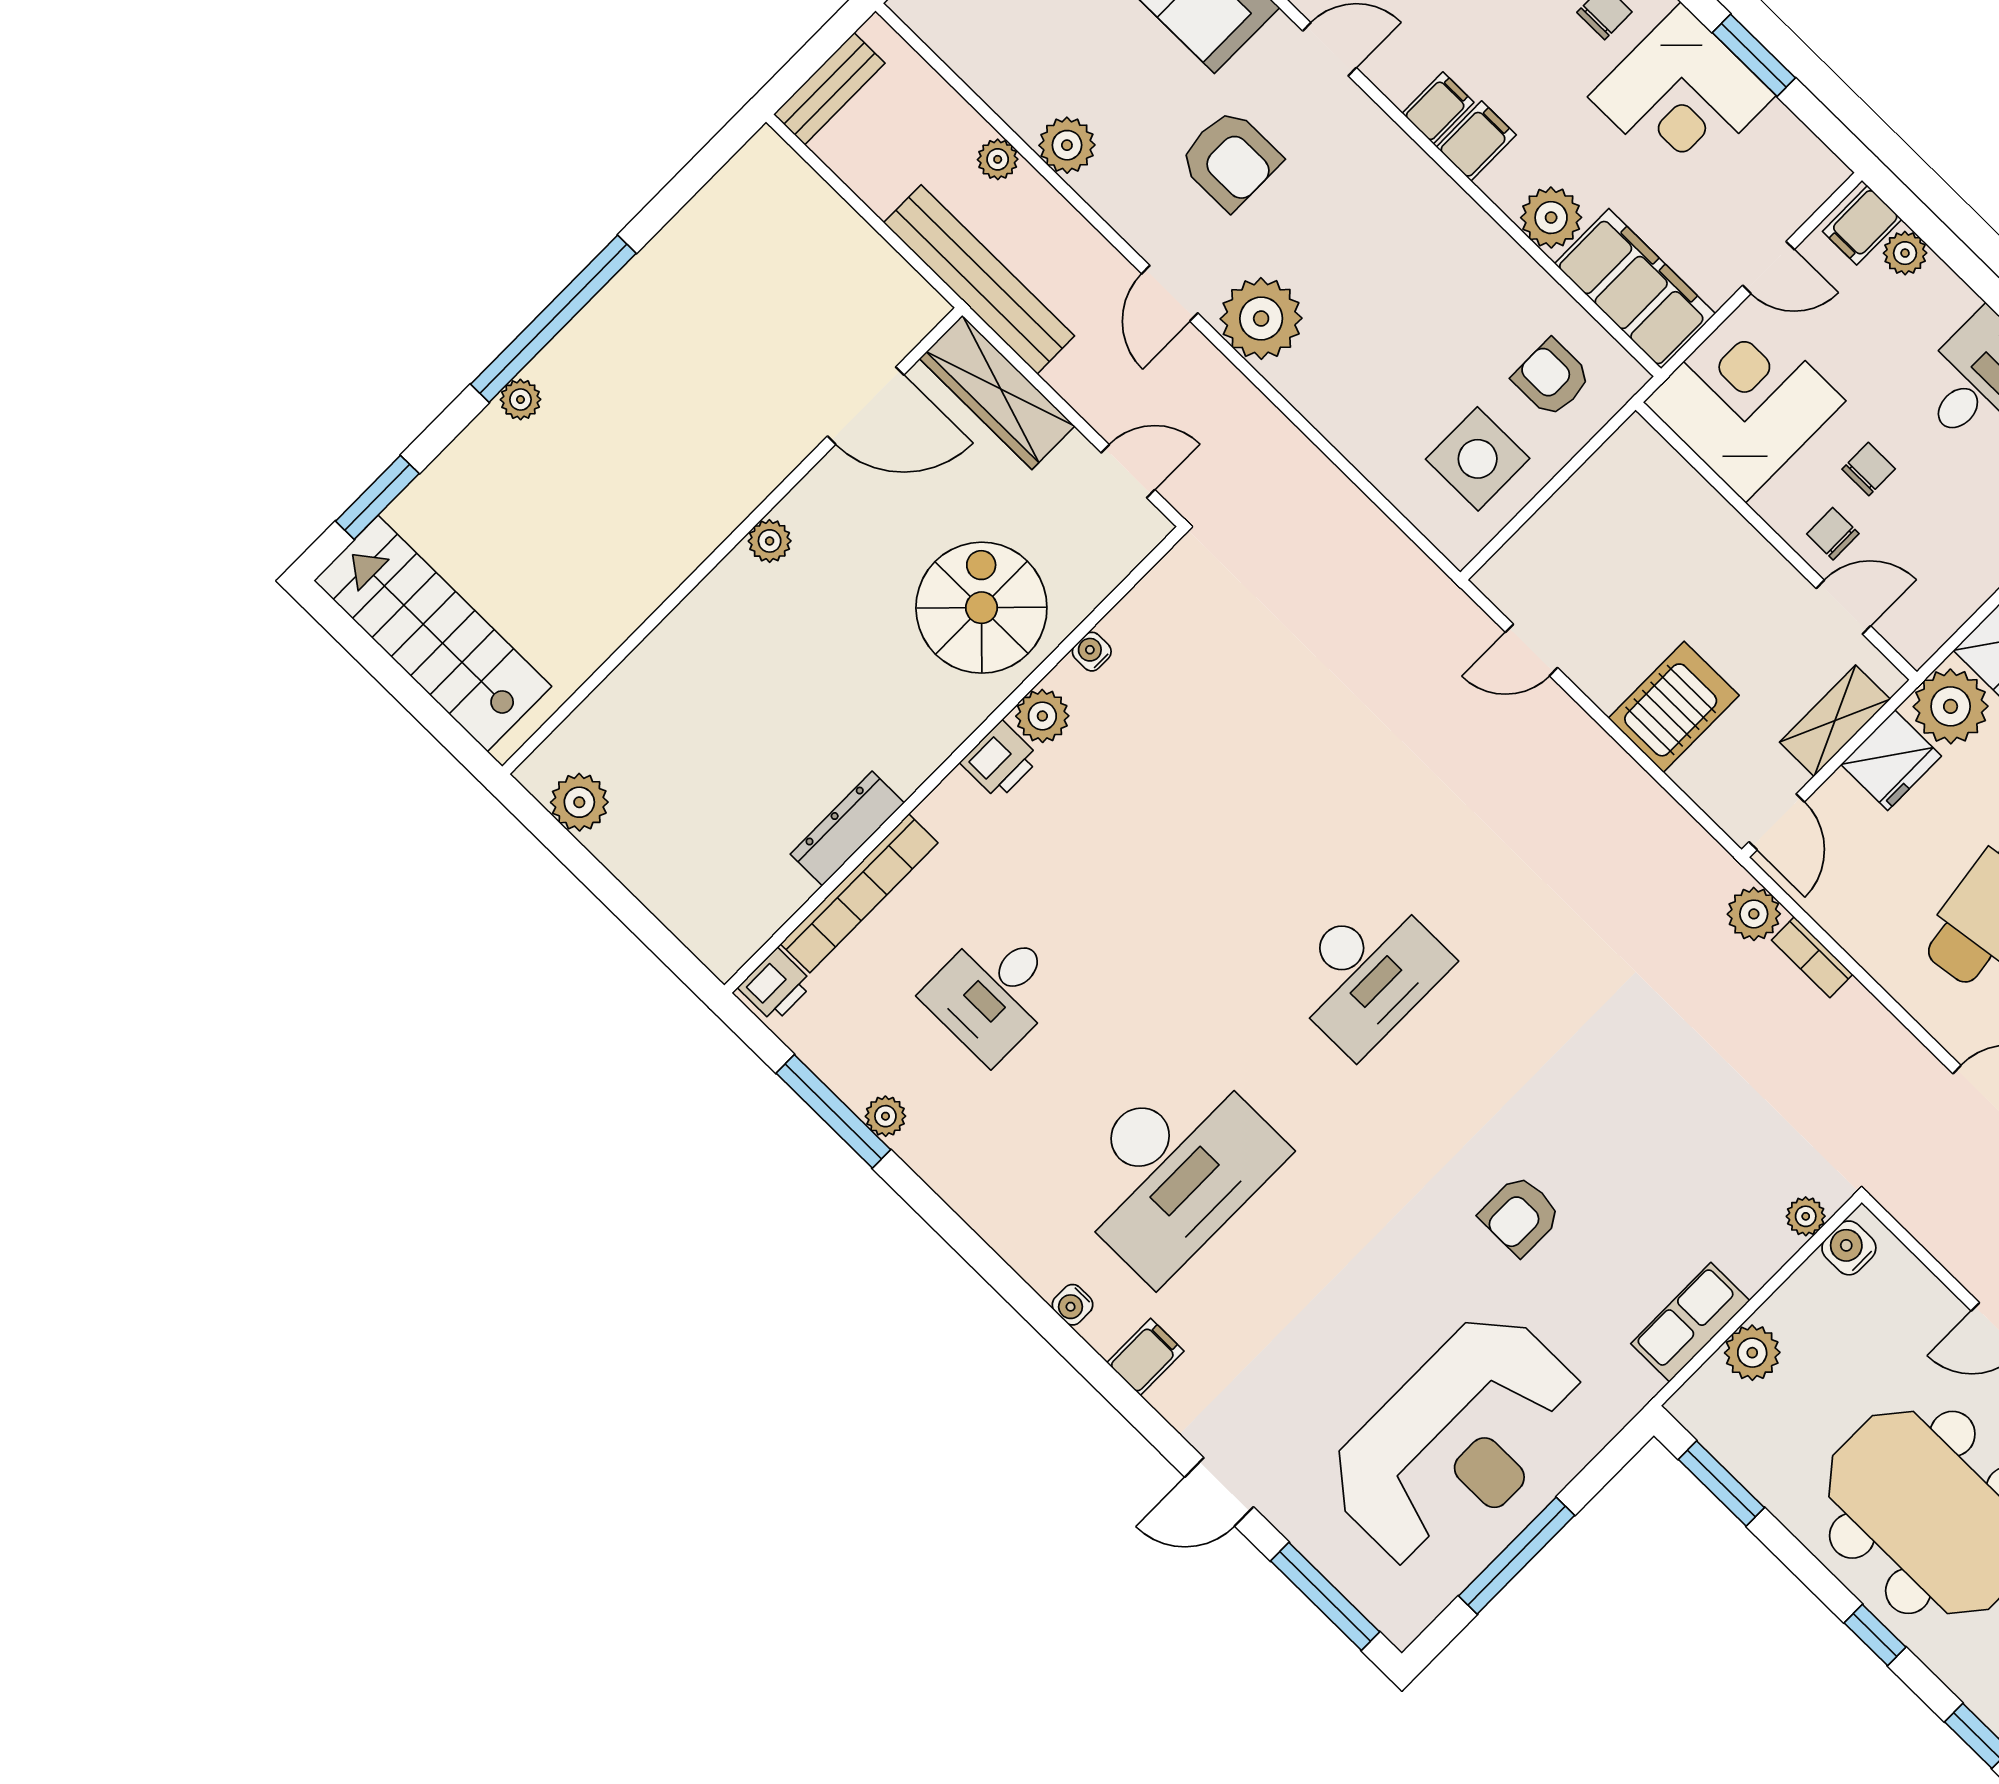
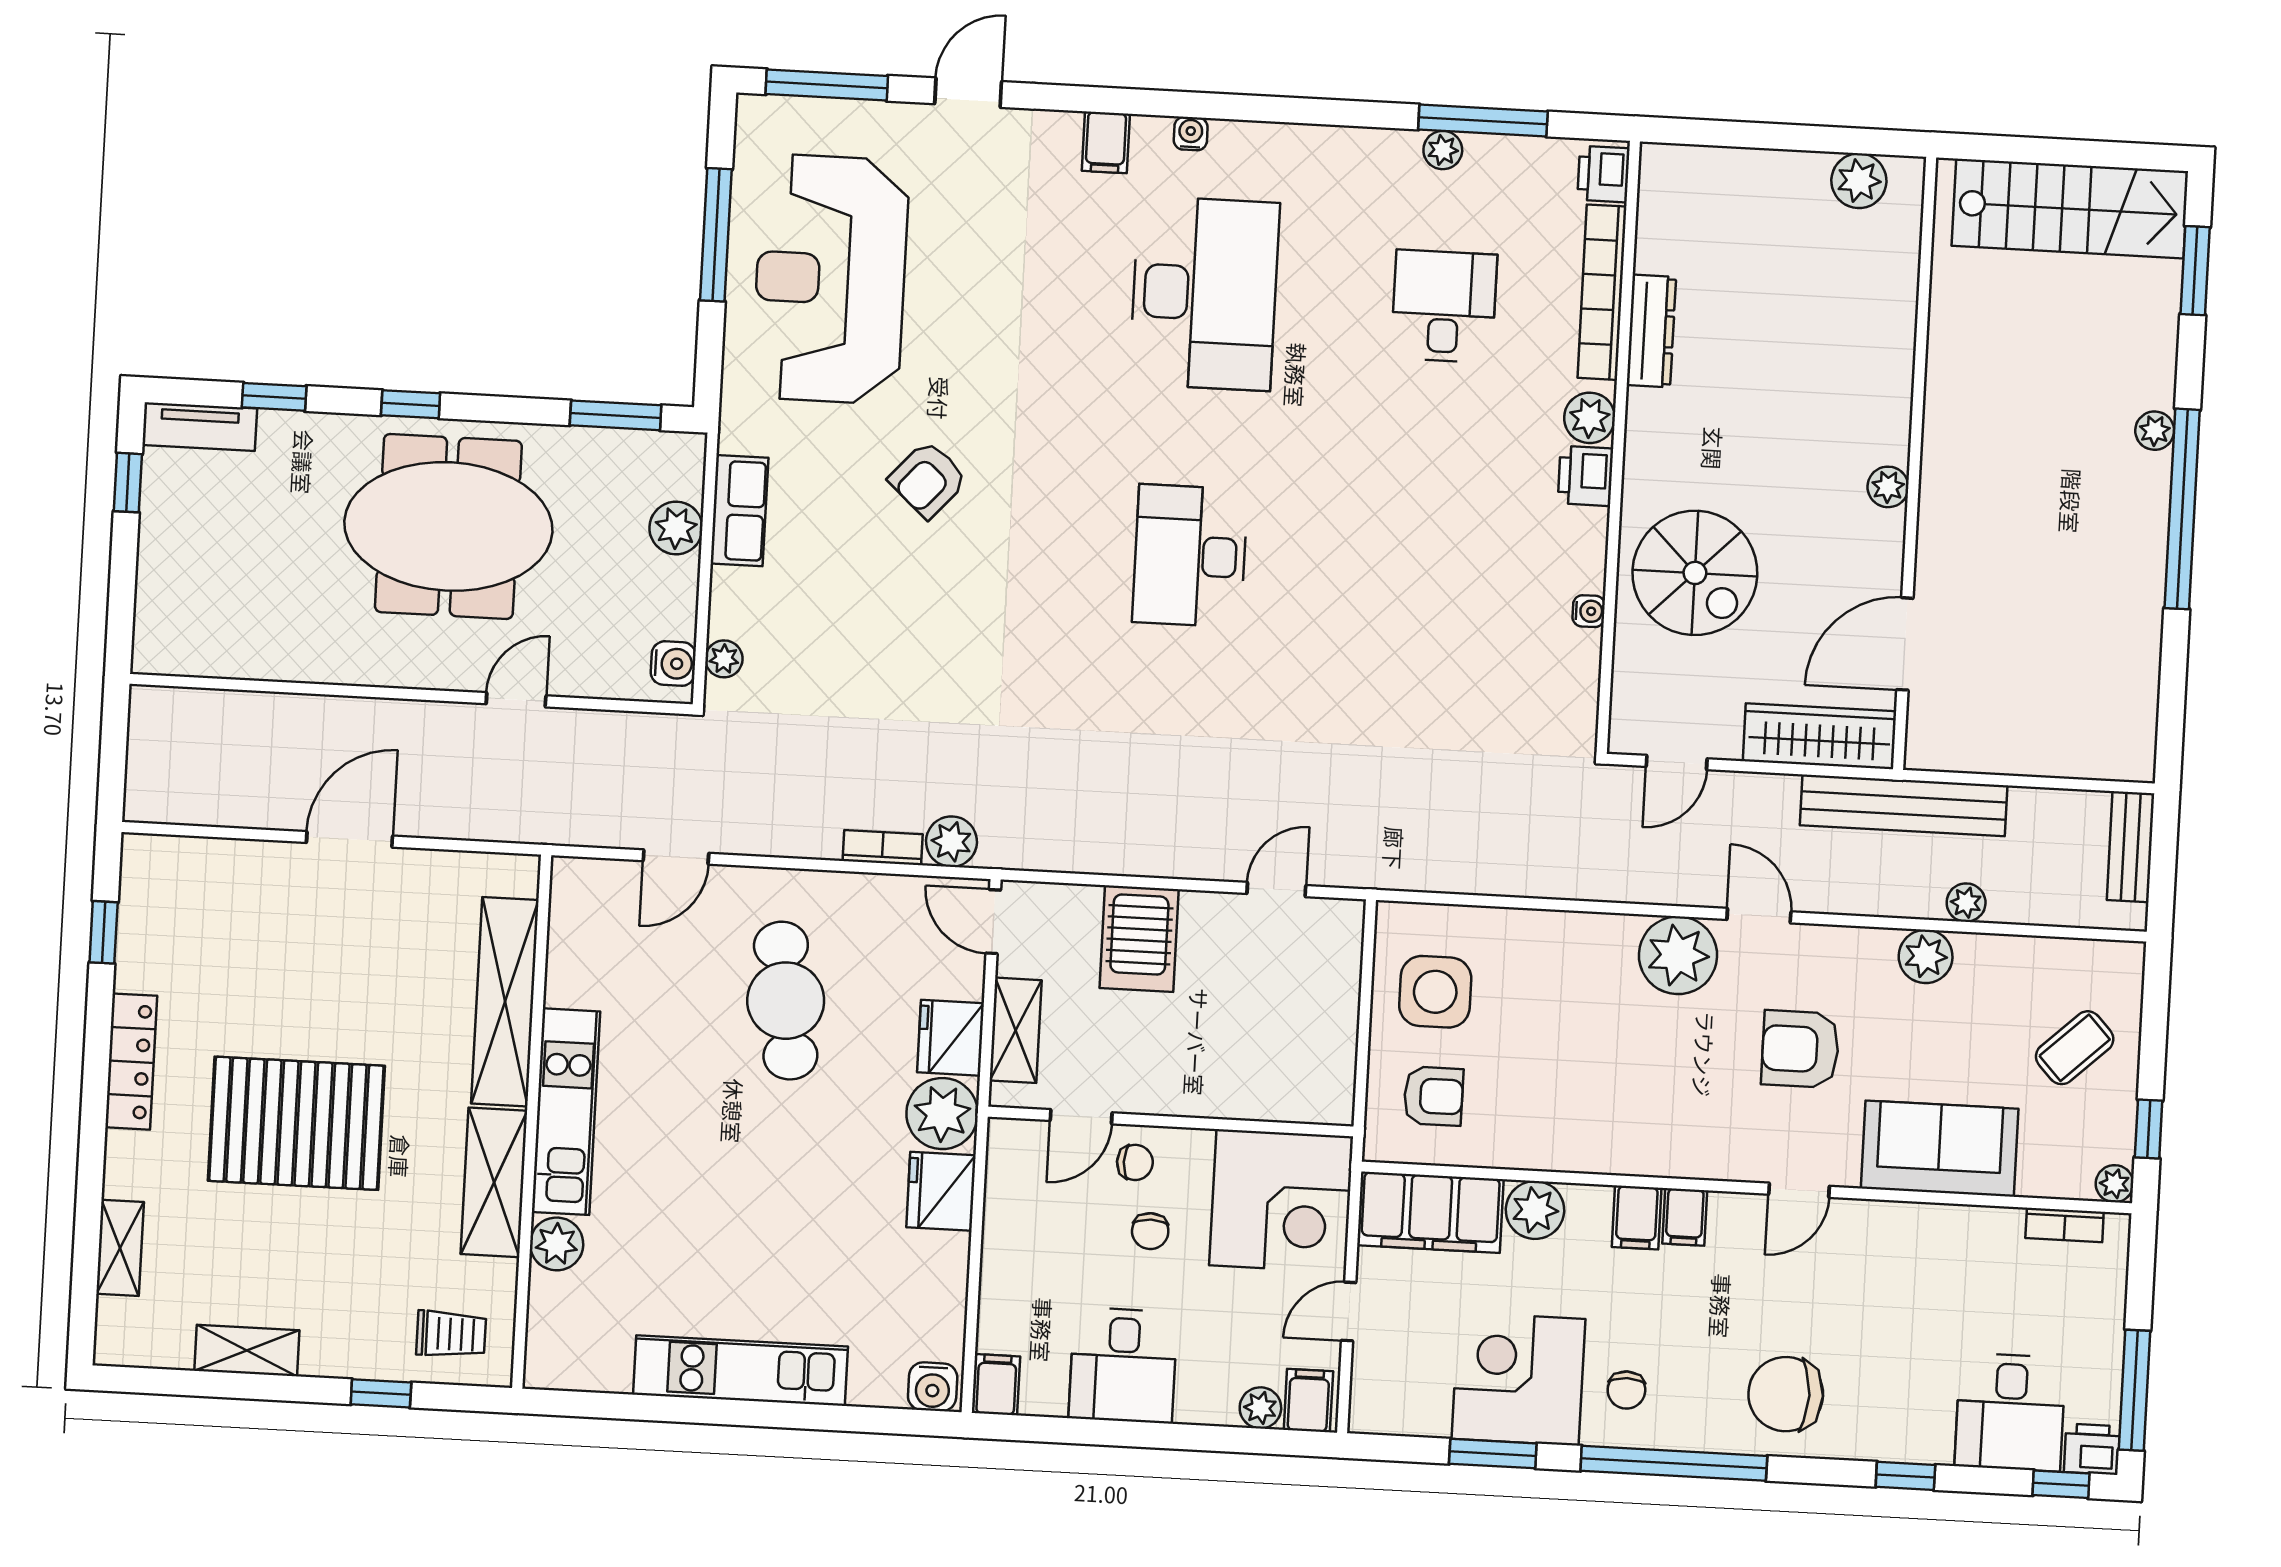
plant: (1042, 716) -> (1590, 418), moved
desk: (1173, 1170) -> (1204, 293), turned 180
armchair: (1520, 1215) -> (928, 479), turned -138

